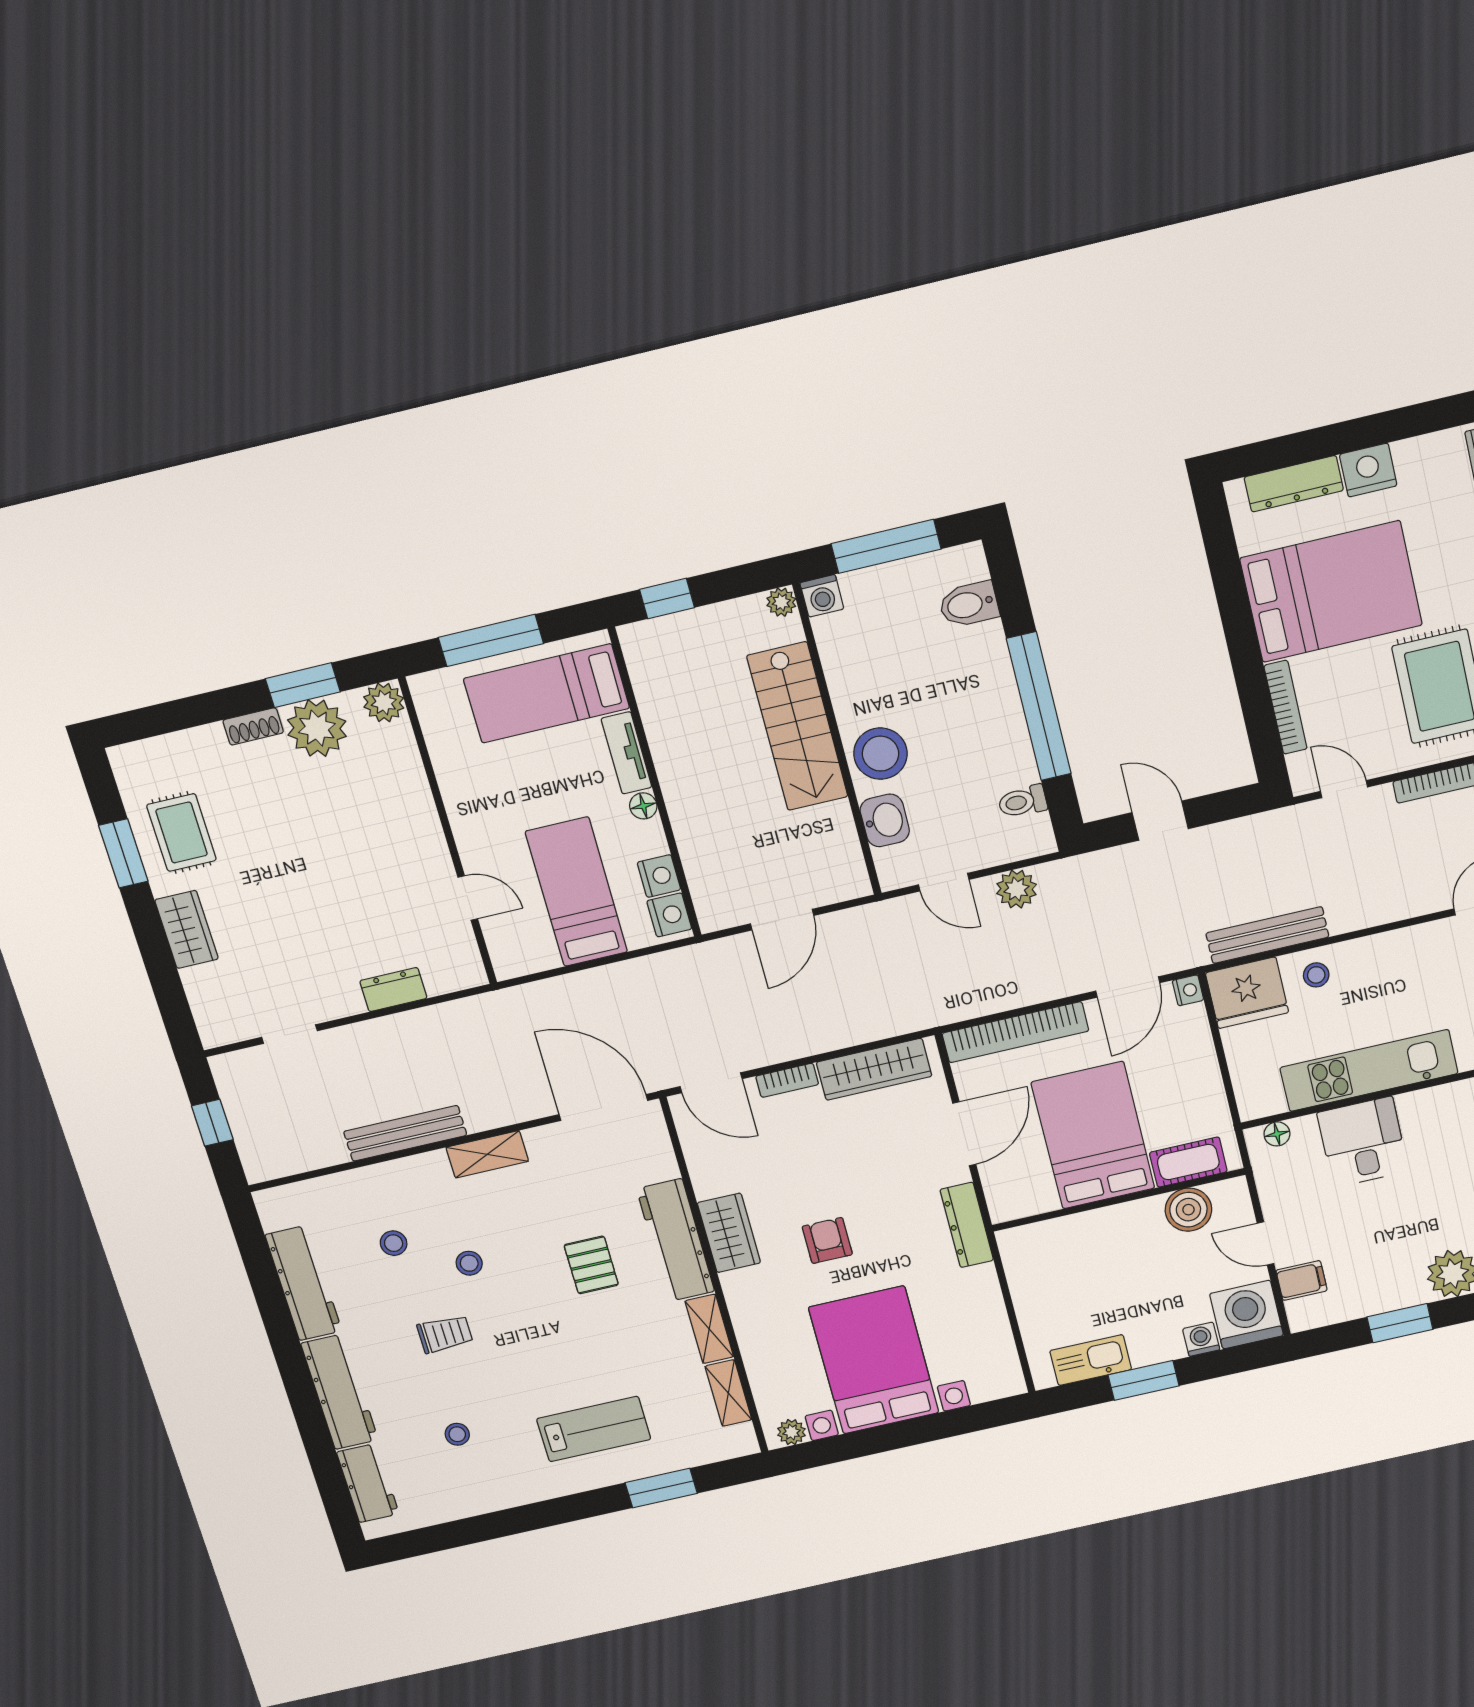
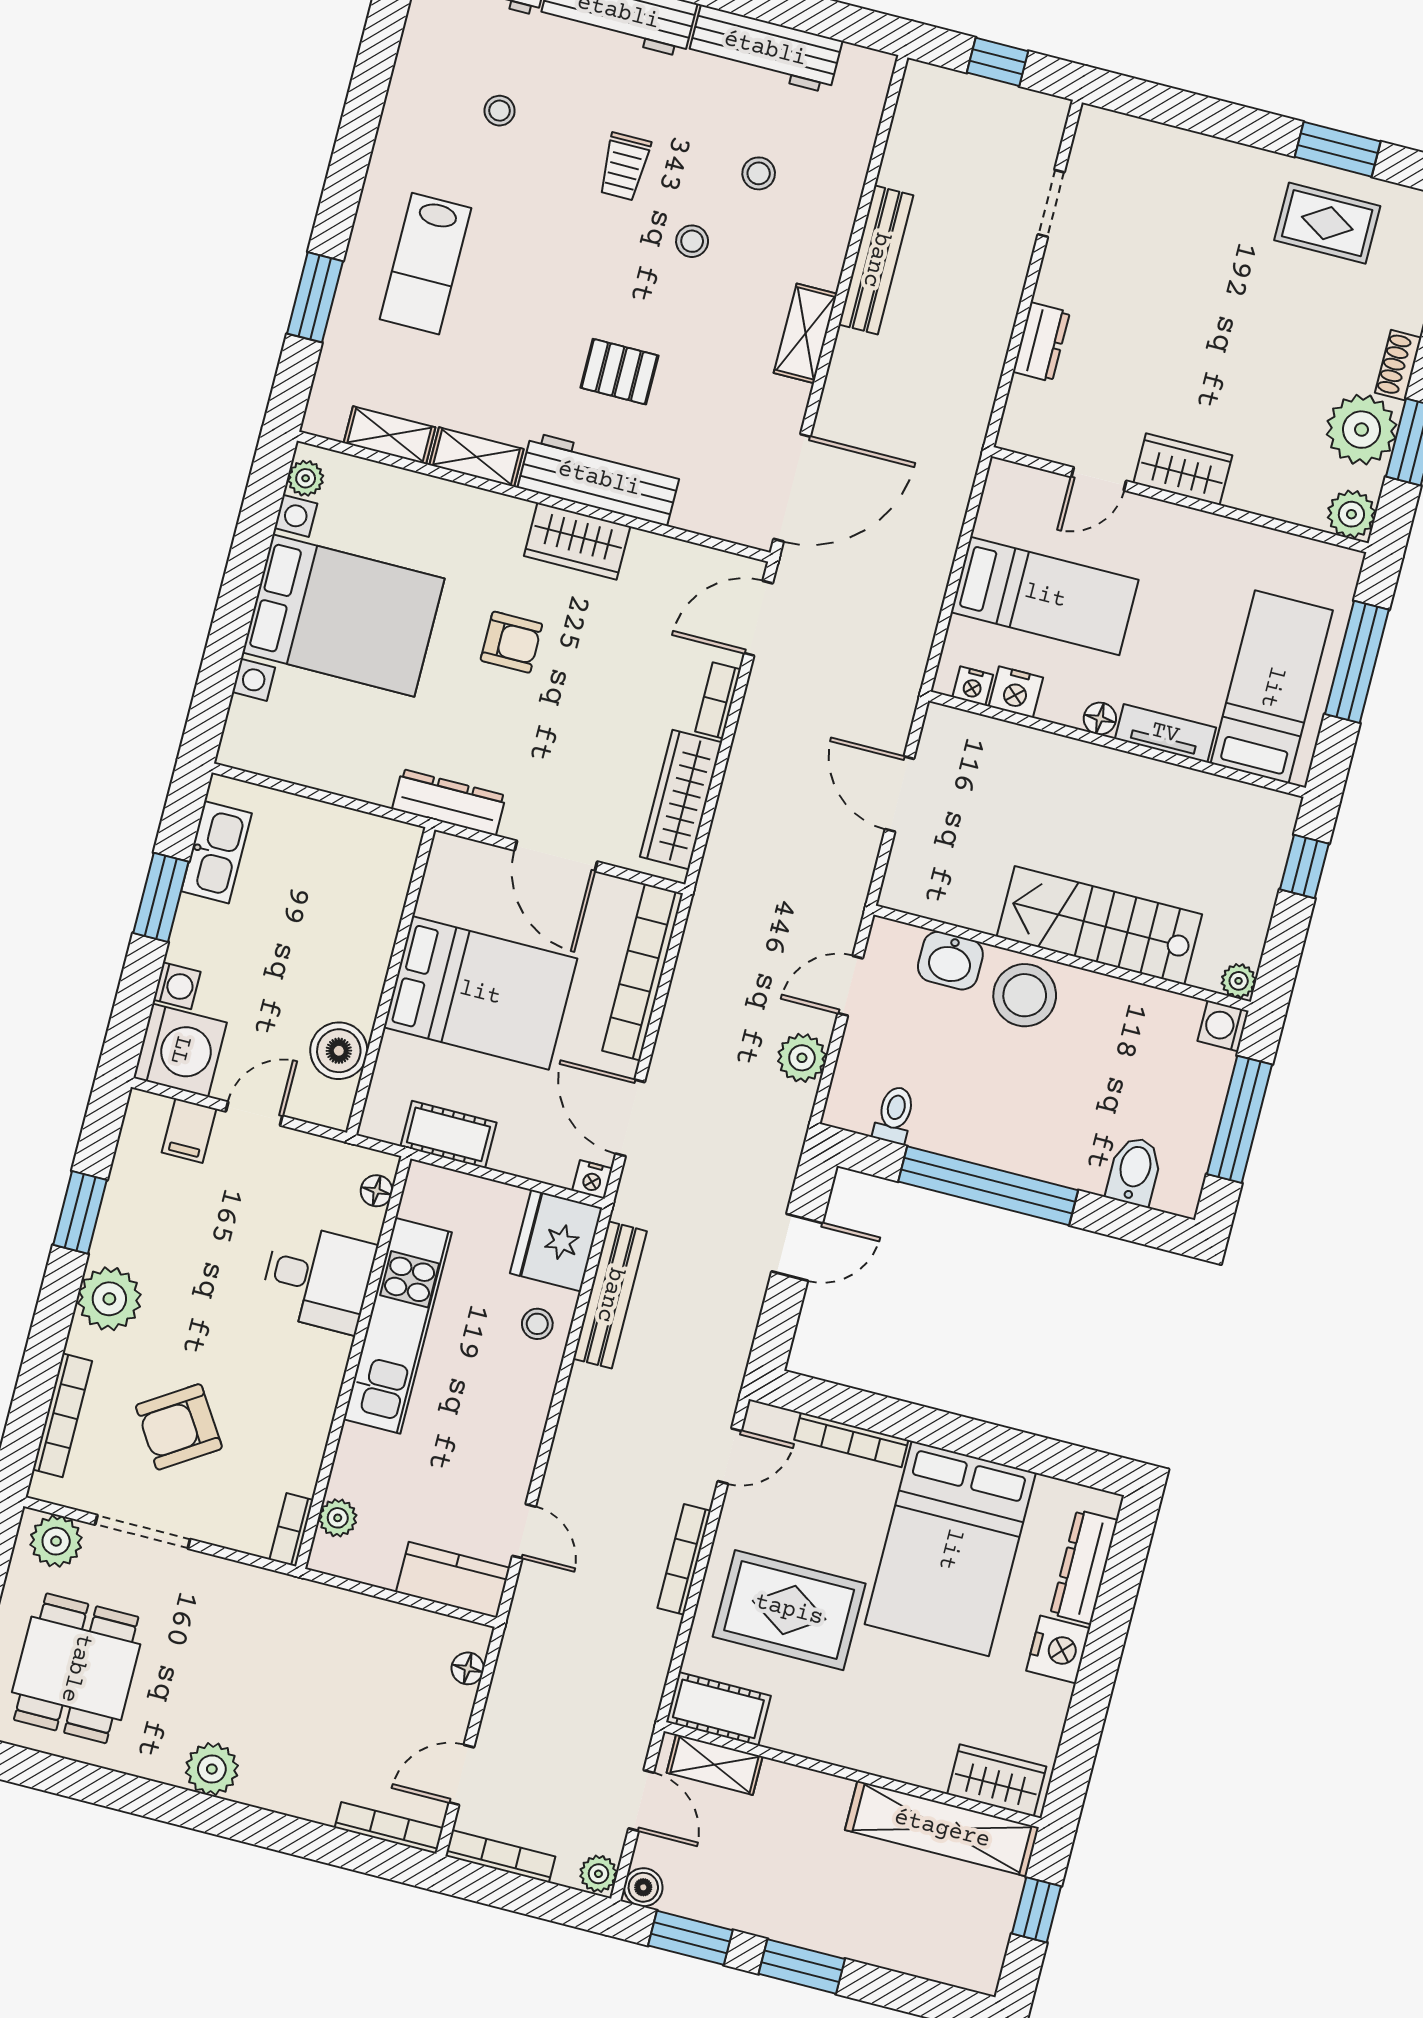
nightstand: (669, 915) -> (973, 686), width x0.72, depth x0.74
wardrobe: (187, 929) -> (1183, 469), moved, turned 180
cot: (1188, 1162) -> (448, 1134), moved, turned 90

